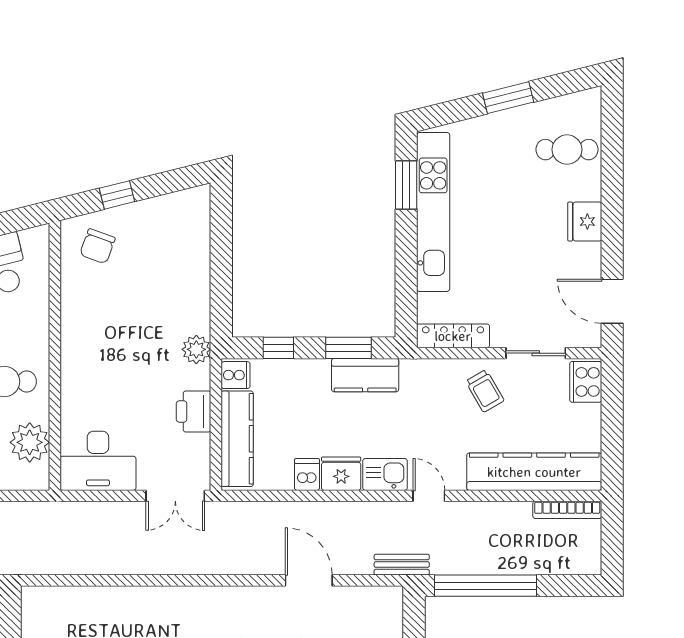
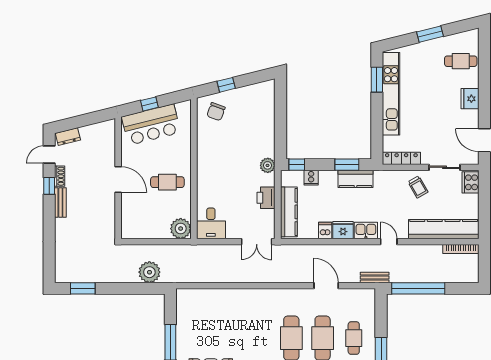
window: (278, 348) -> (297, 165), moved
cooker: (236, 375) -> (311, 178), moved, turned 90
plant: (30, 442) -> (181, 229), moved
desk: (98, 461) -> (211, 223), width x0.73

